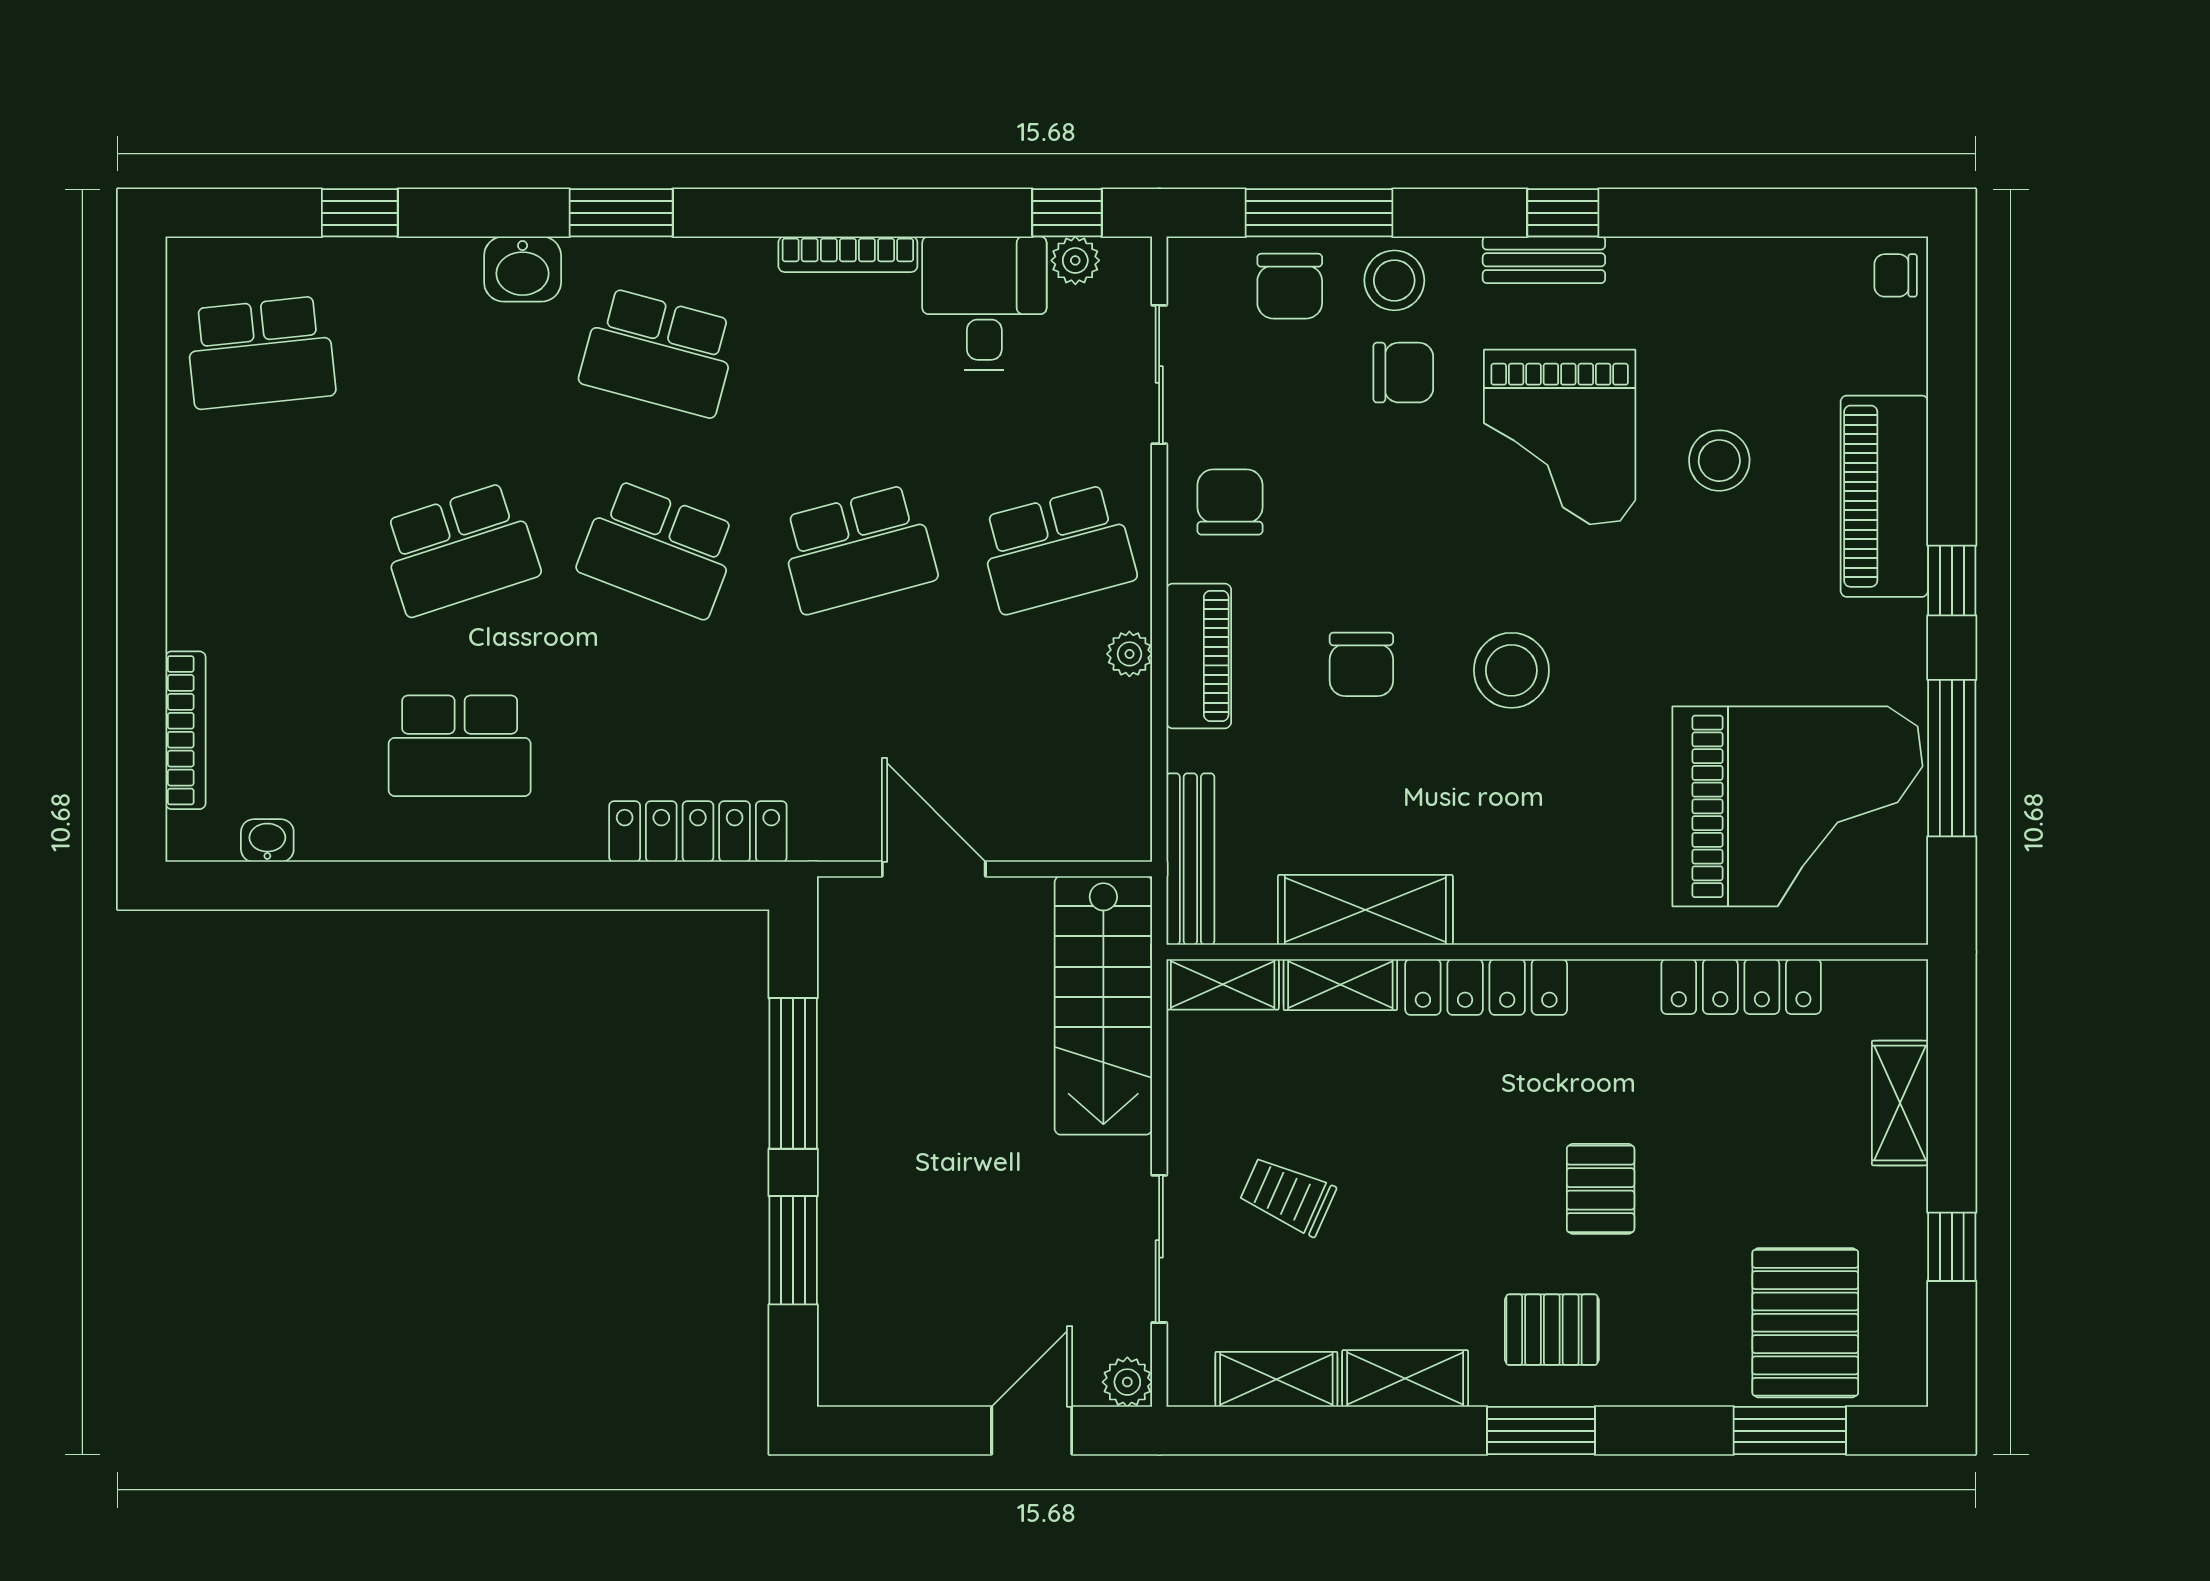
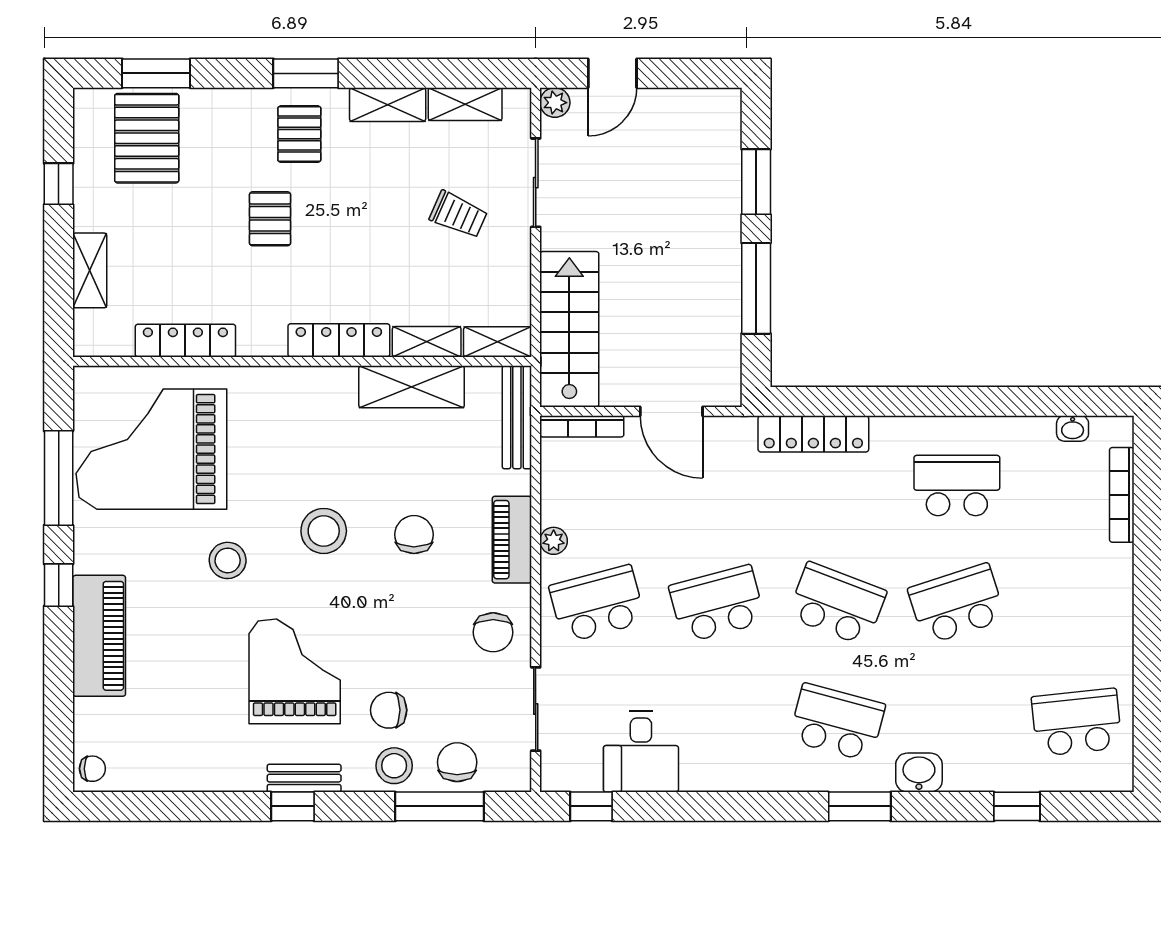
bookcase: (848, 254) -> (582, 426), moved, turned 180
plant: (1075, 260) -> (586, 778), removed
stool: (1719, 461) -> (228, 560), moved
pallet: (1552, 1330) -> (299, 134), turned 90

